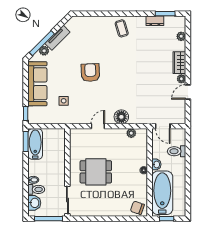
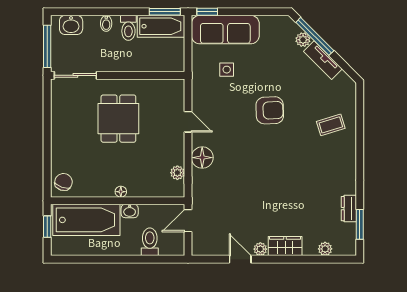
coffee table: (122, 28) -> (331, 125), moved
sofa: (37, 84) -> (225, 30), moved
toilet: (36, 189) -> (128, 28), moved

